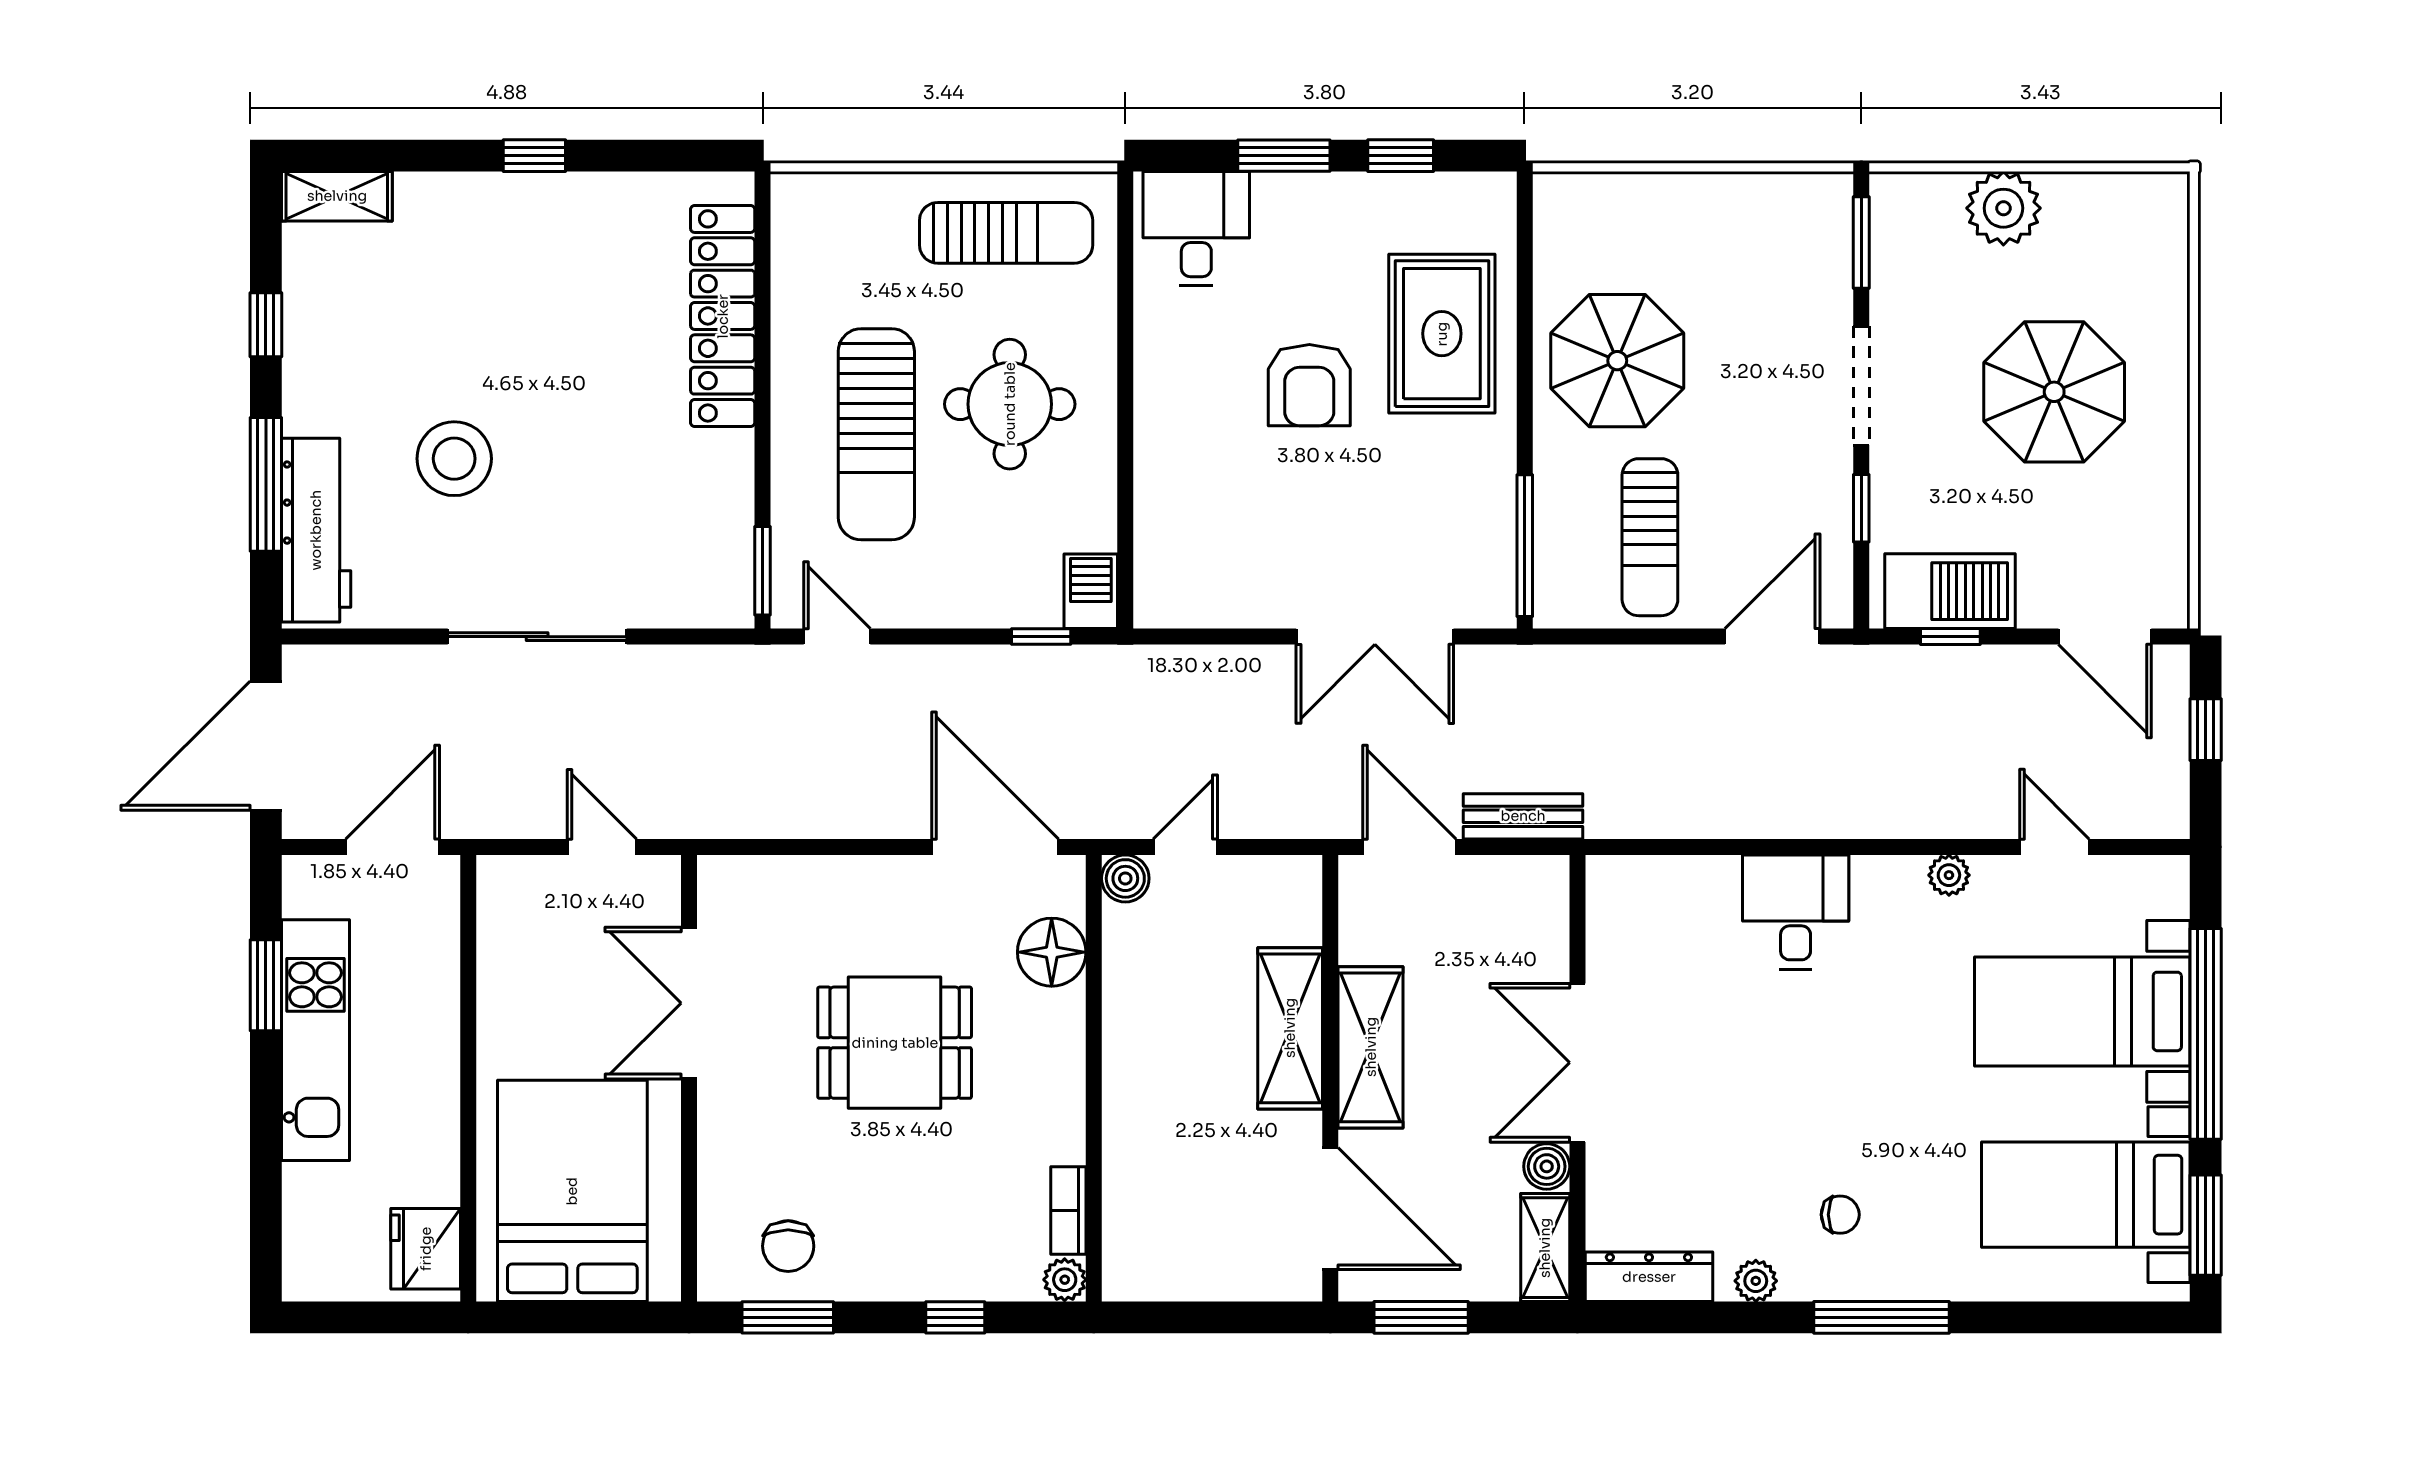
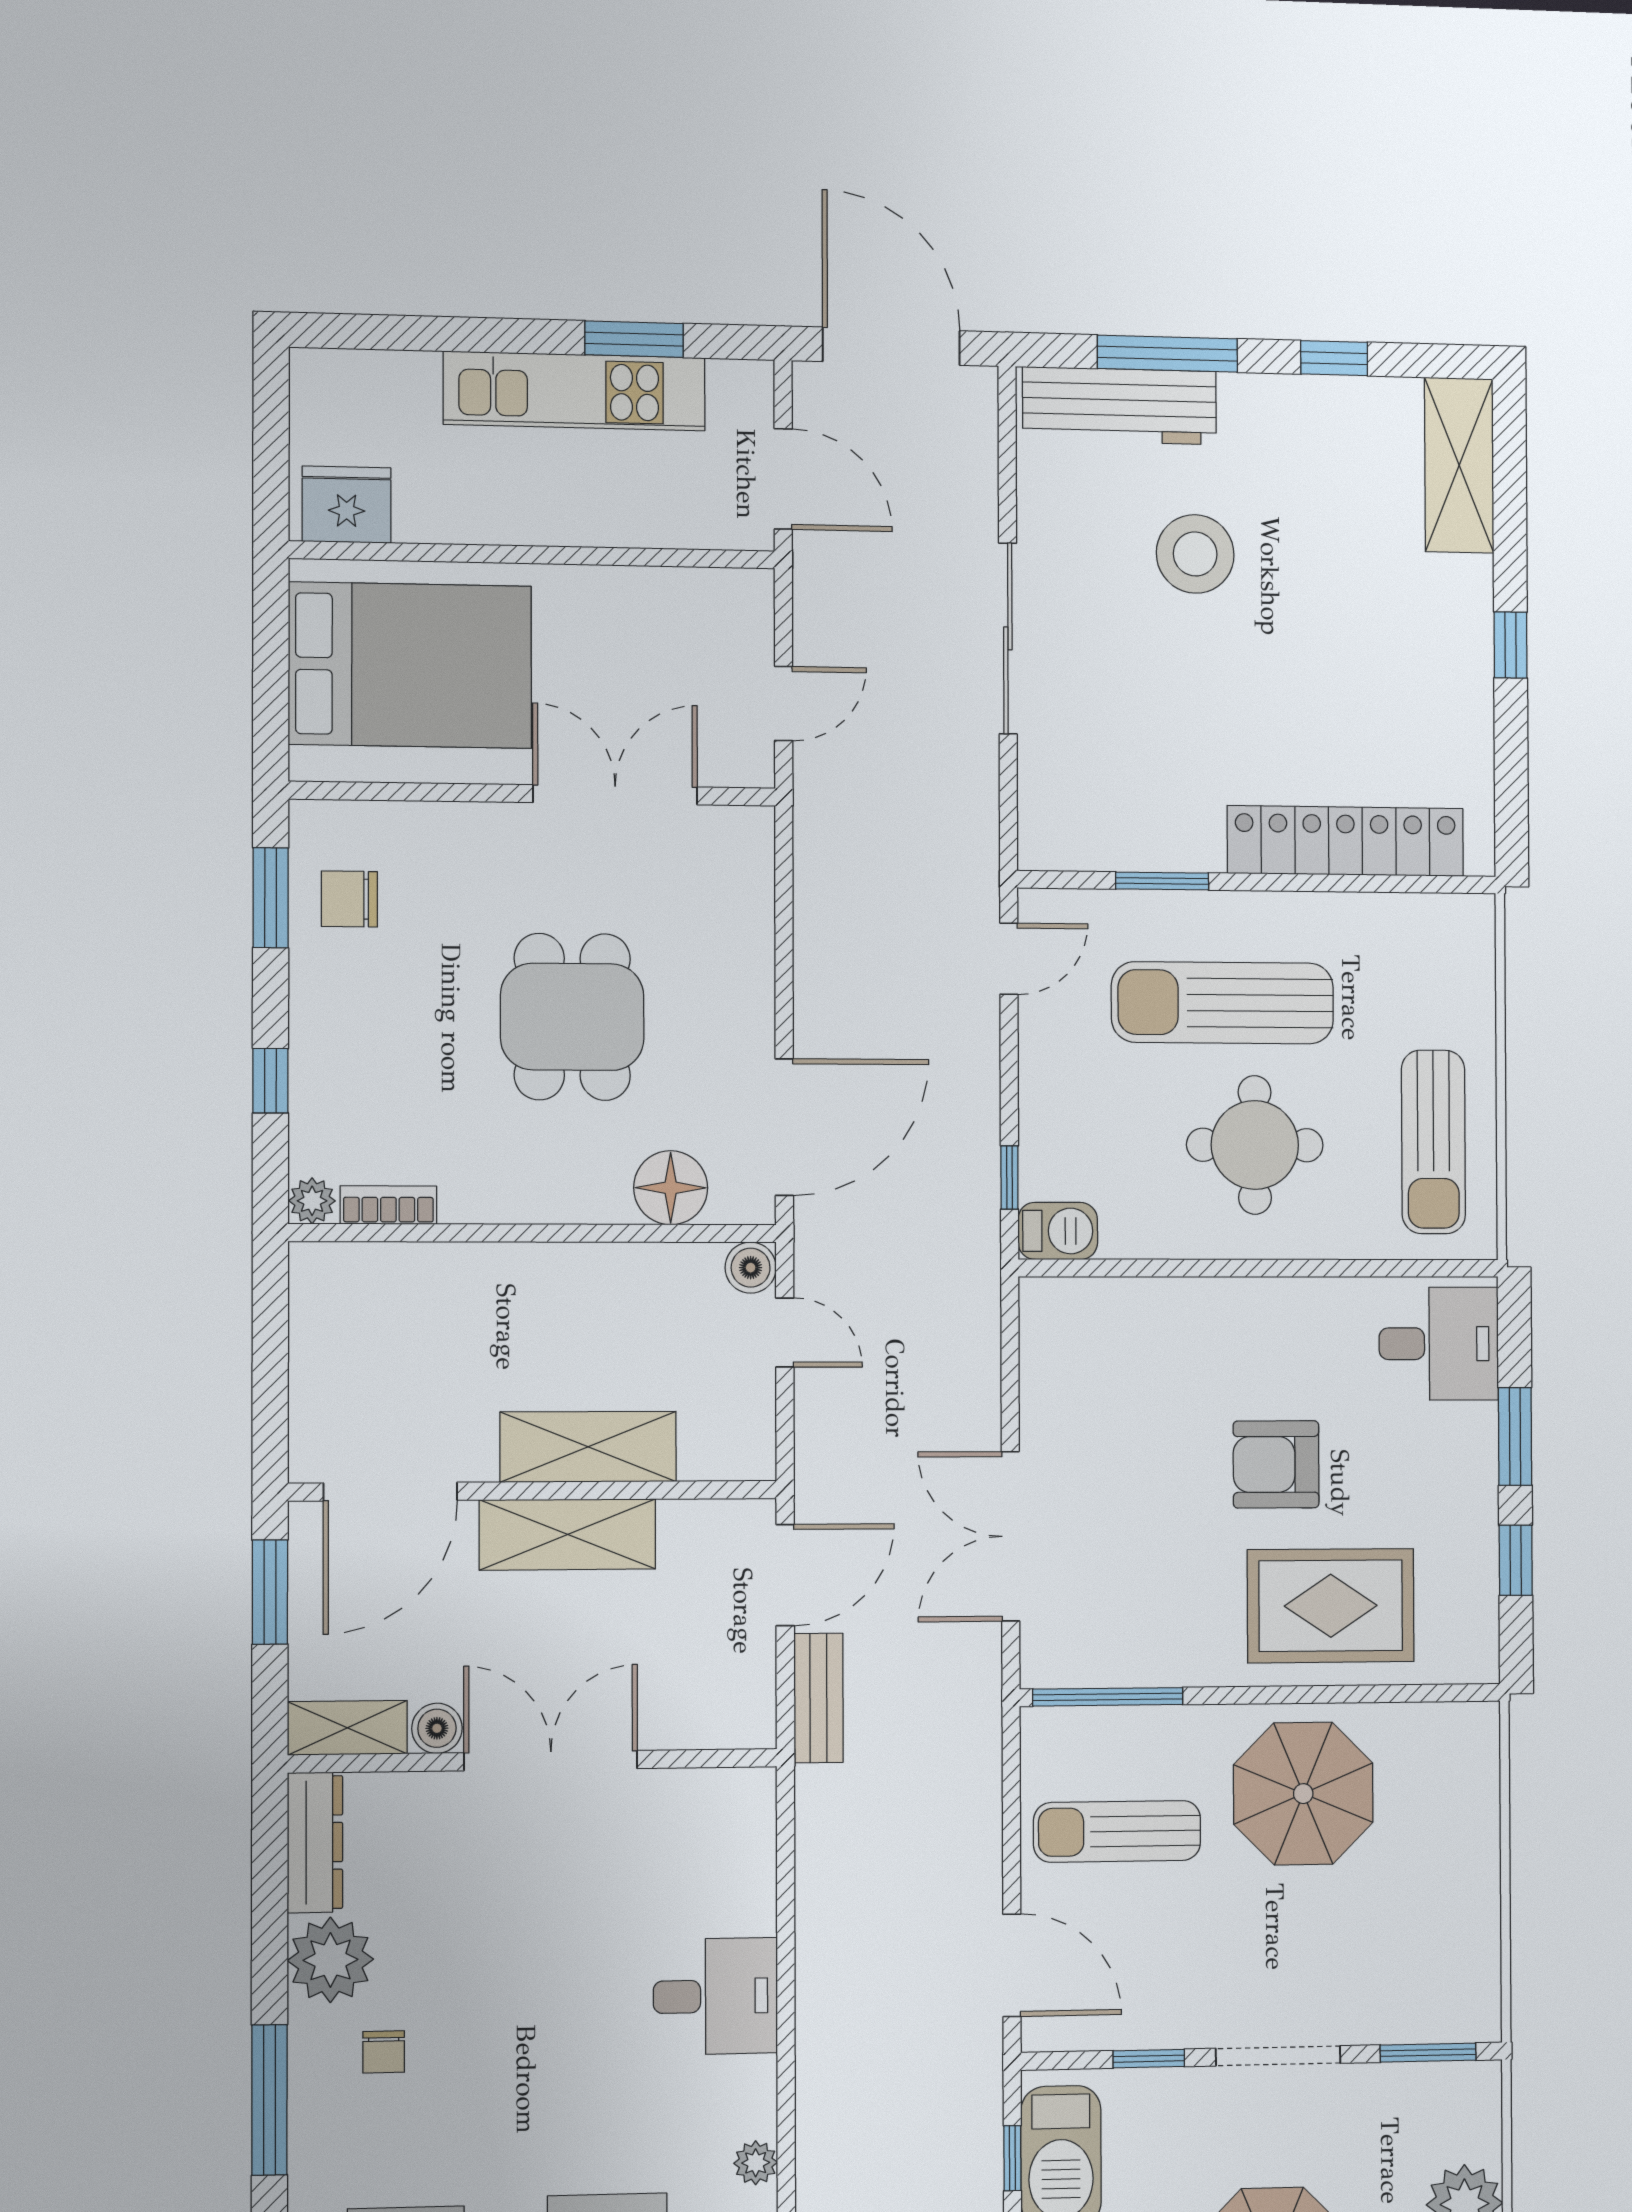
shelving: (337, 196) -> (1459, 465), width x1.50, depth x1.33
window: (763, 571) -> (1162, 881), moved
plant: (1756, 1281) -> (330, 1960), width x1.88, depth x1.88

